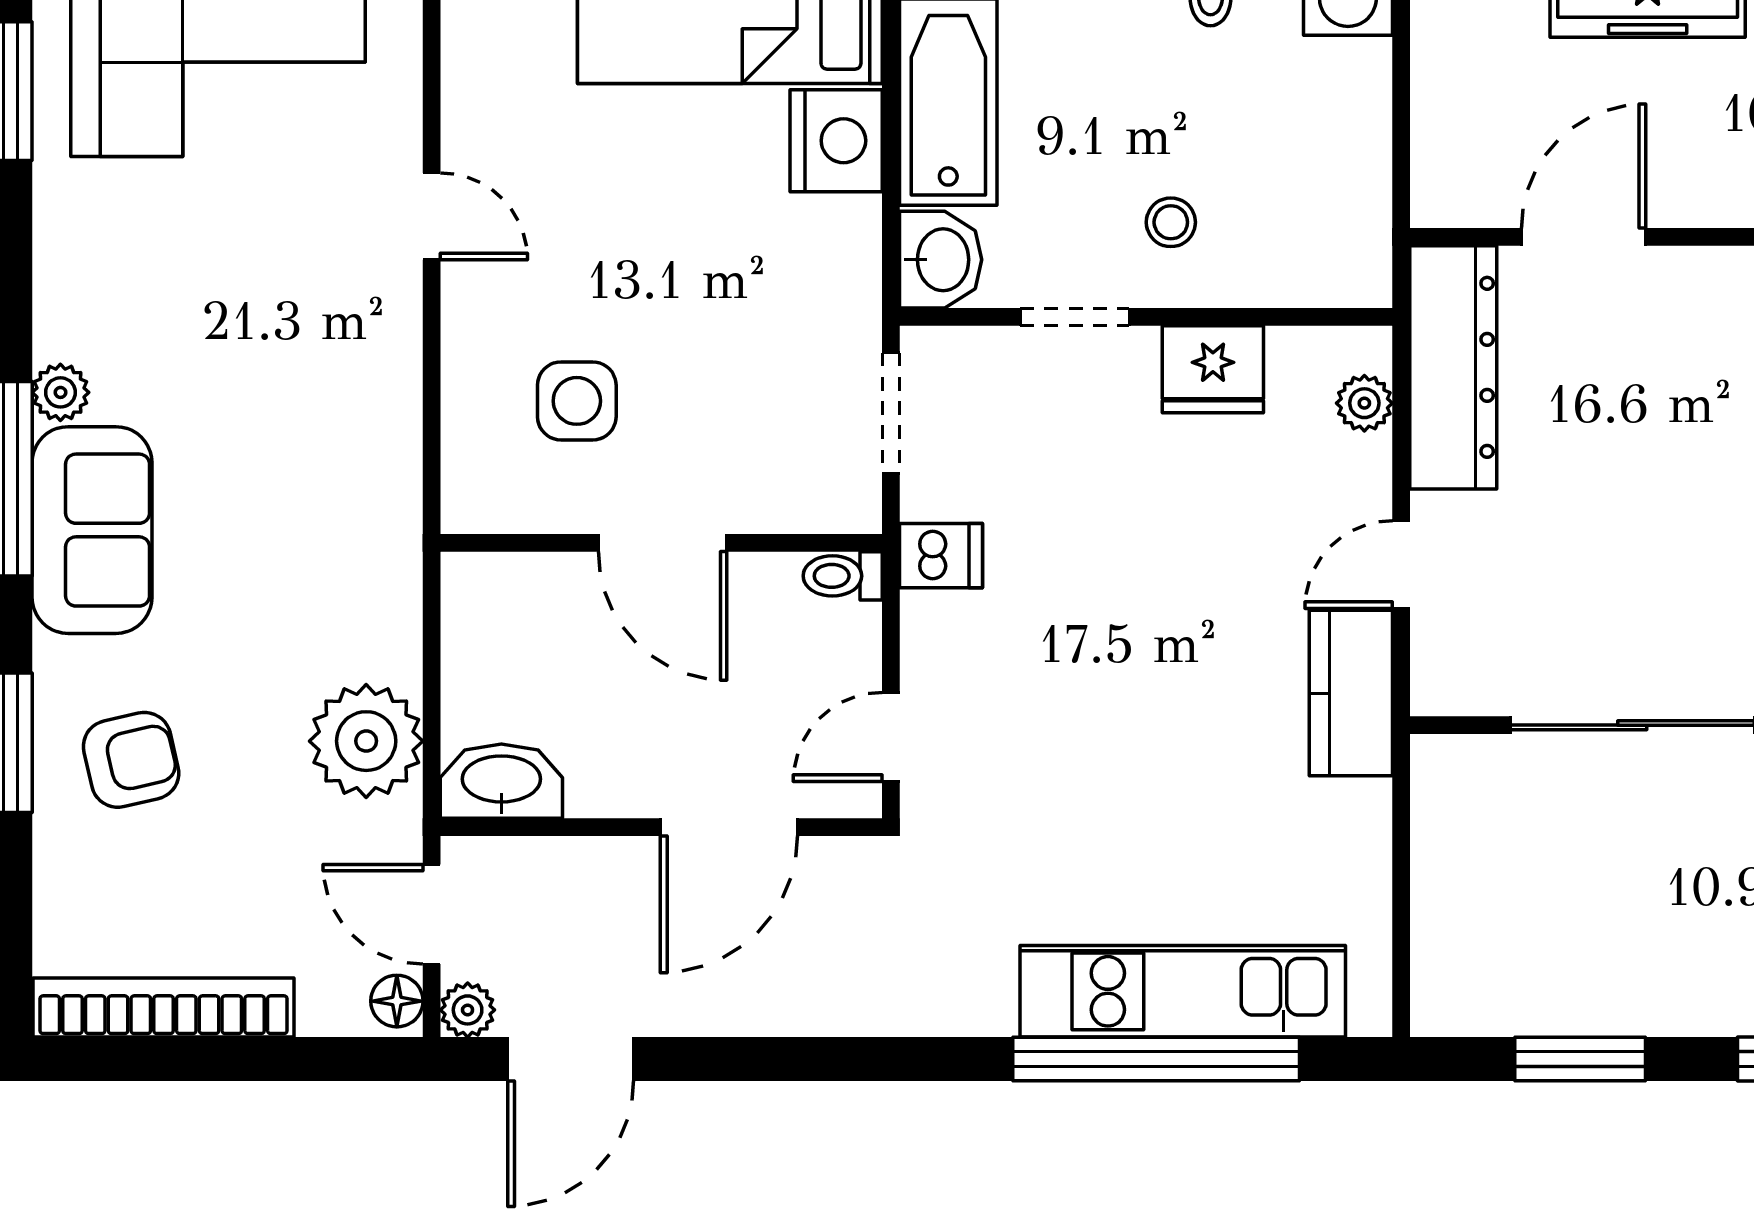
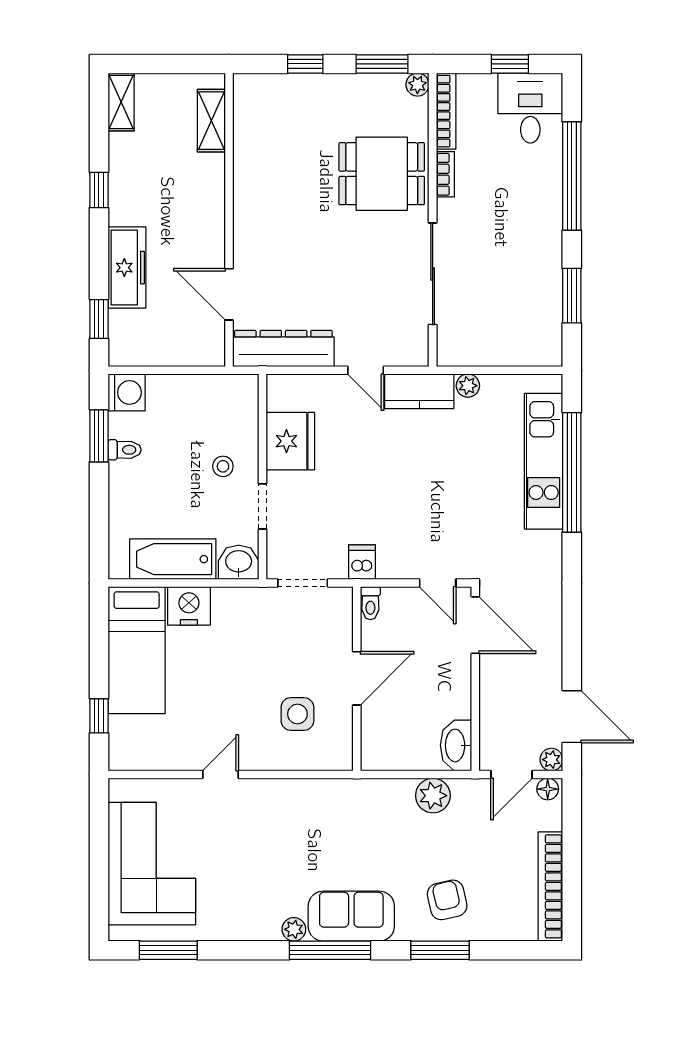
fridge: (1213, 369) -> (290, 441), width x1.36, depth x1.34
plant: (1364, 403) -> (468, 386), moved
plant: (366, 741) -> (433, 796), width x0.73, depth x0.73
door: (729, 827) -> (475, 625), moved

